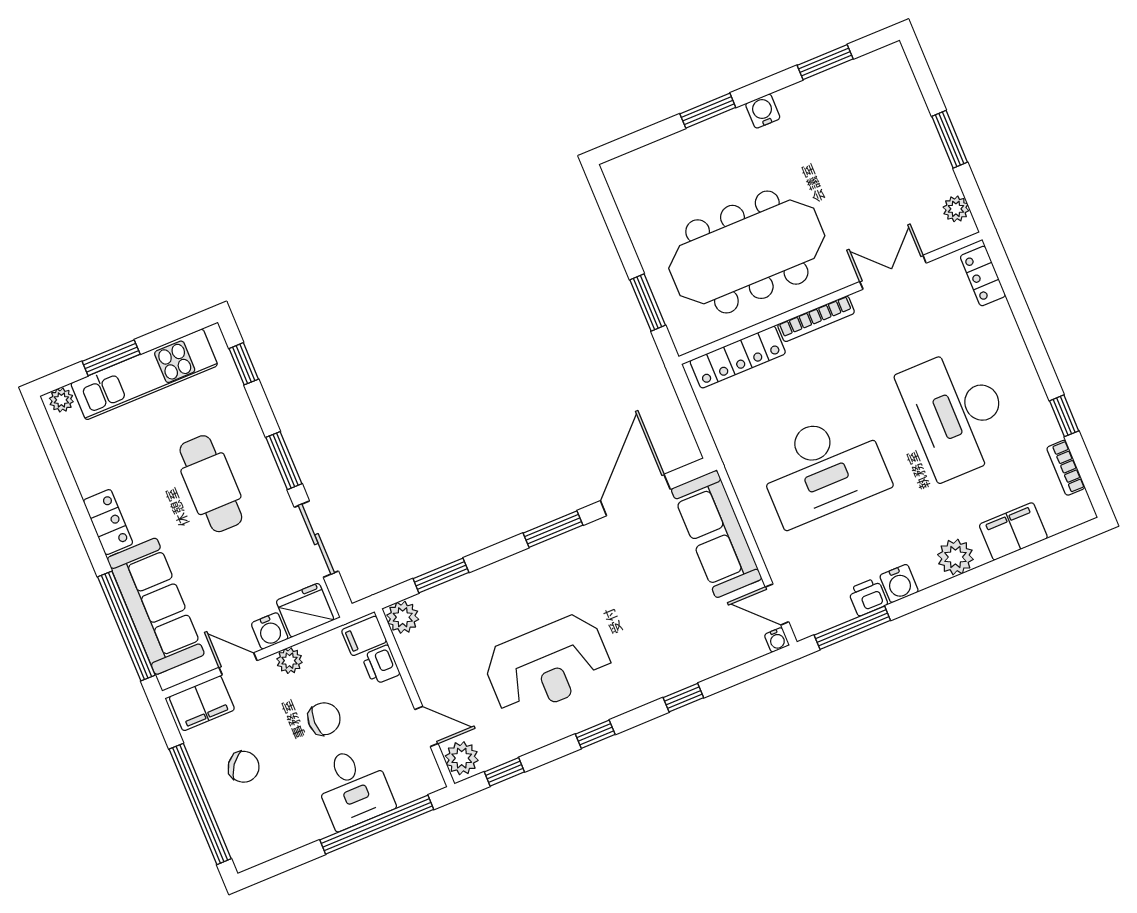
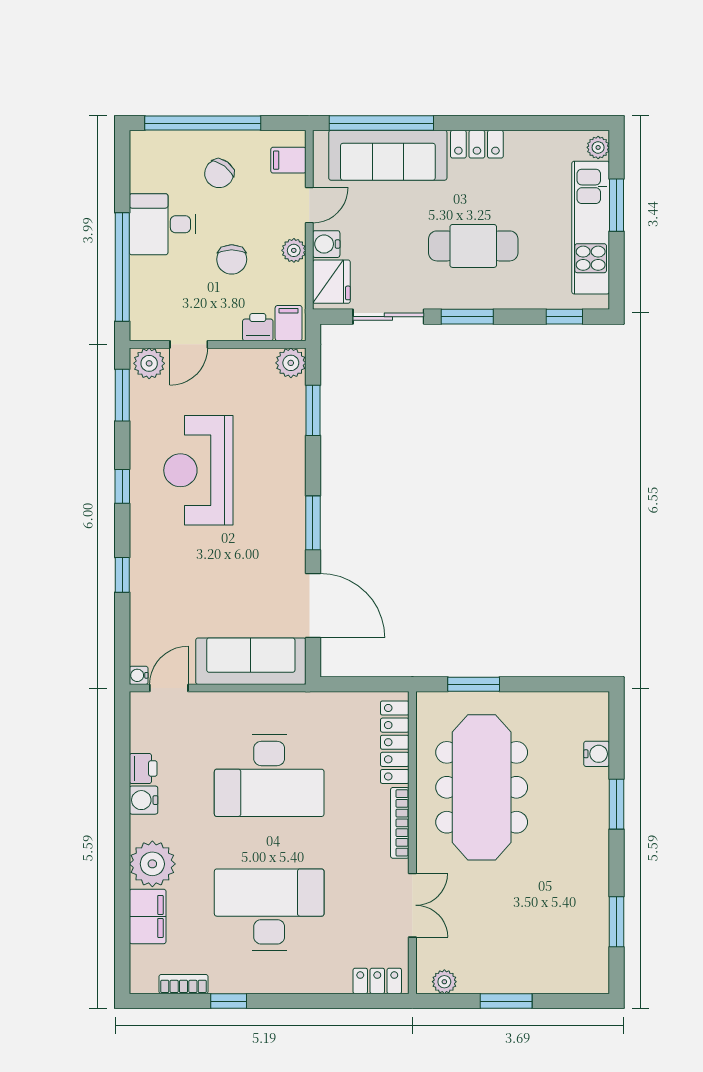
water cooler: (763, 111) -> (597, 754), moved
desk: (823, 468) -> (269, 776), turned -90
plant: (955, 557) -> (152, 864), width x1.36, depth x1.36
window: (852, 628) -> (122, 744), removed
filing cabinet: (202, 703) -> (288, 160), width x0.50
window: (504, 772) -> (122, 395), width x1.50
desk: (353, 787) -> (163, 224), moved

